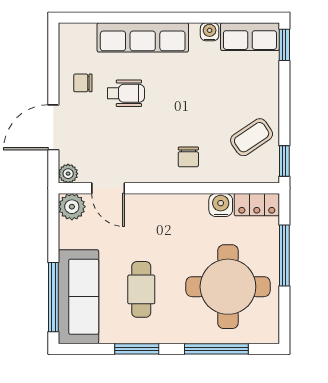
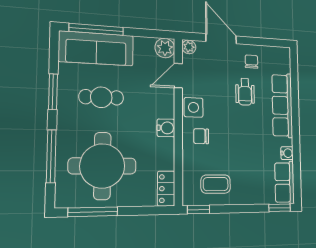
coffee table: (252, 137) -> (216, 184), turned -56
side table: (150, 167) -> (194, 107), added
water cooler: (221, 205) -> (166, 128), moved
window: (284, 256) -> (93, 212), moved

